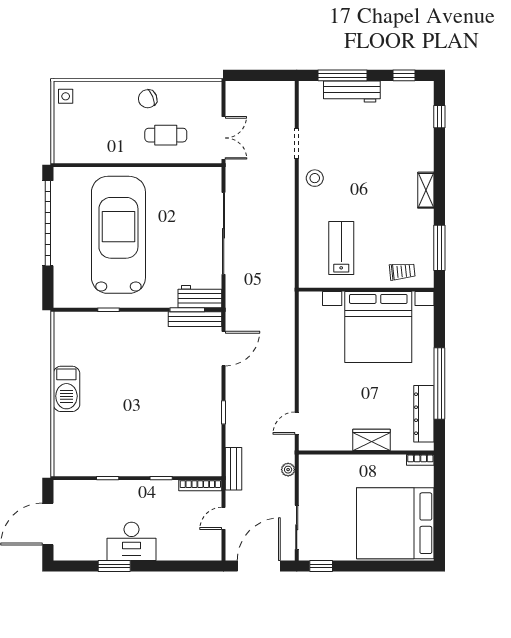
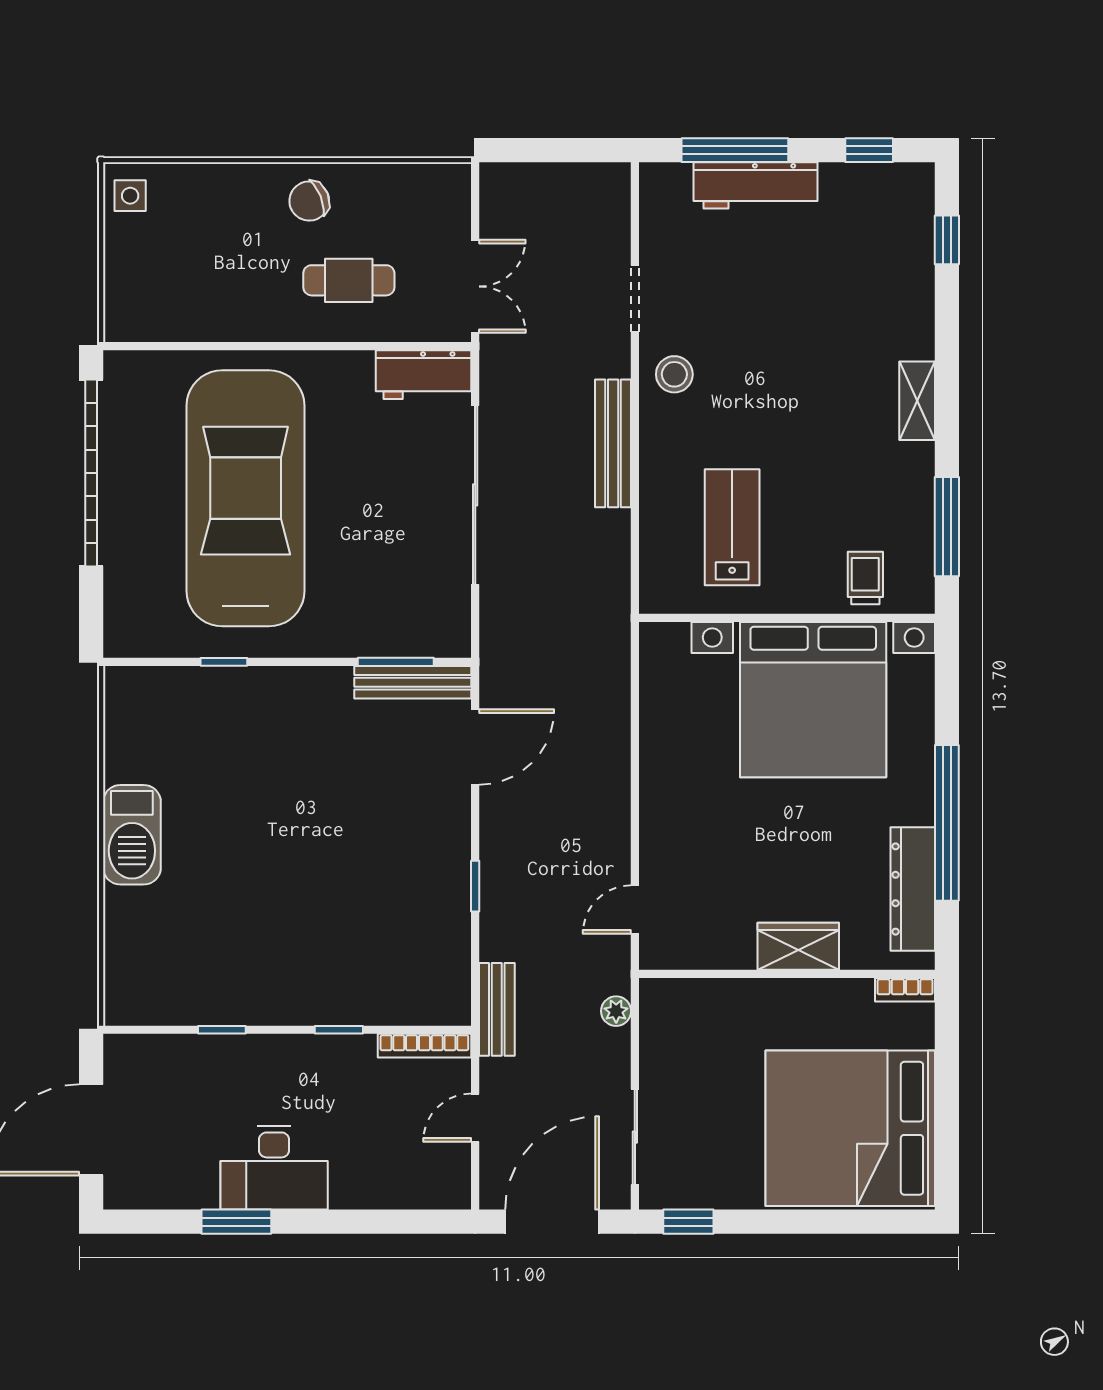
bench: (287, 210) -> (613, 443), added
trolley: (402, 271) -> (865, 578), turned -84
workbench: (200, 297) -> (423, 375), moved, turned 180

